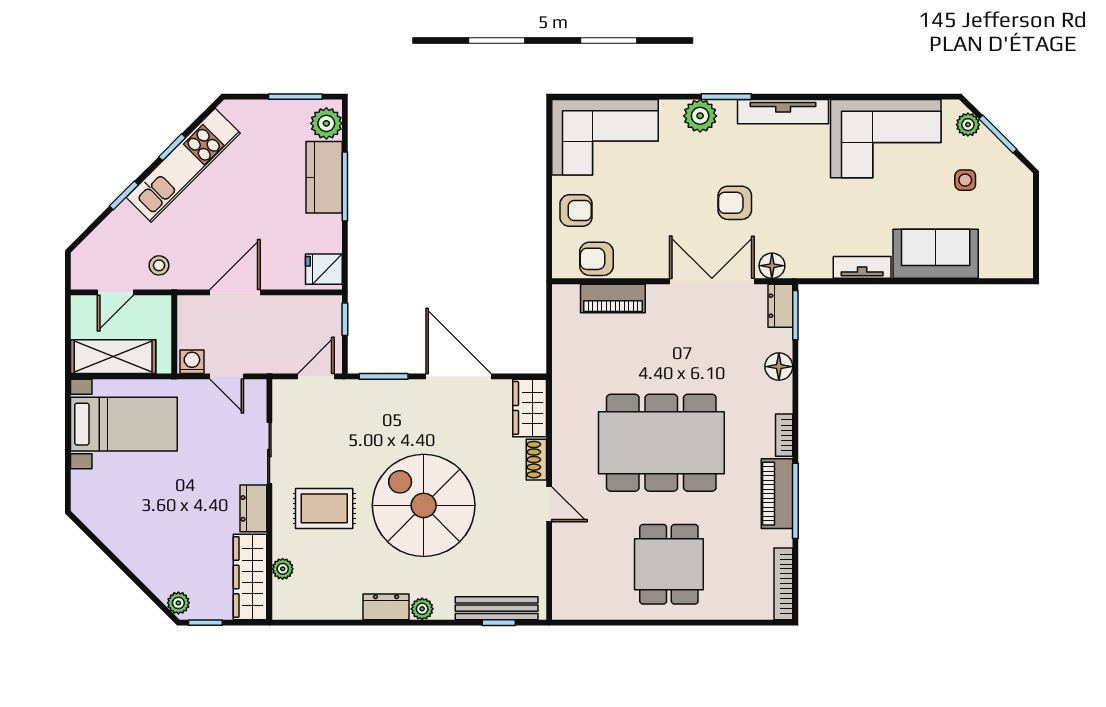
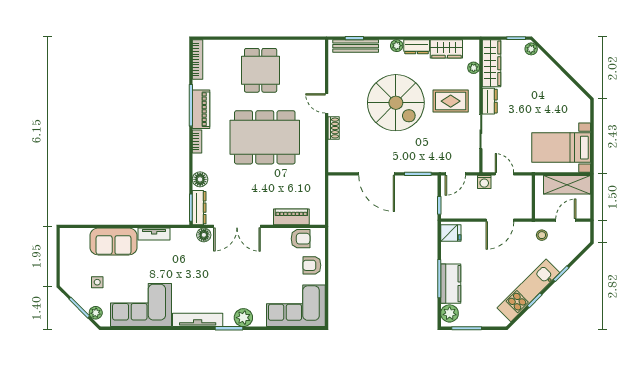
armchair: (735, 203) -> (224, 270), removed
dresser: (780, 306) -> (199, 208), width x1.44
washing machine: (192, 362) -> (484, 182), moved
wardrobe: (530, 408) -> (446, 49), moved, turned 90

